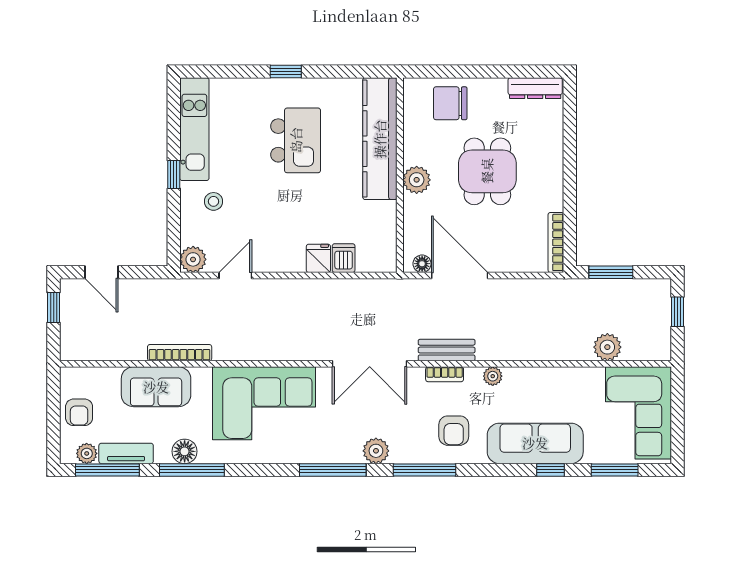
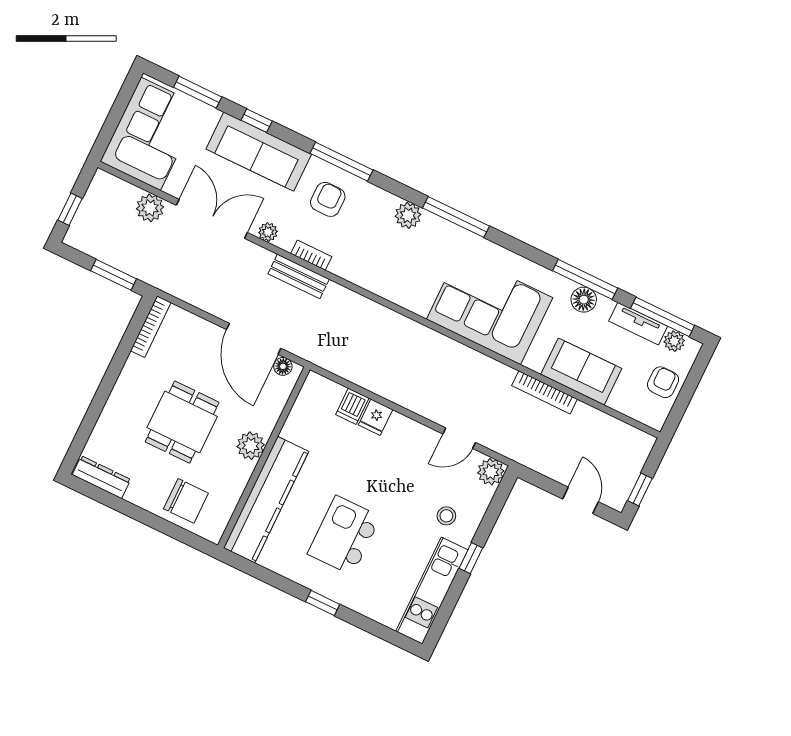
double door: (370, 364) -> (212, 219), moved
window: (424, 470) -> (341, 162), moved

